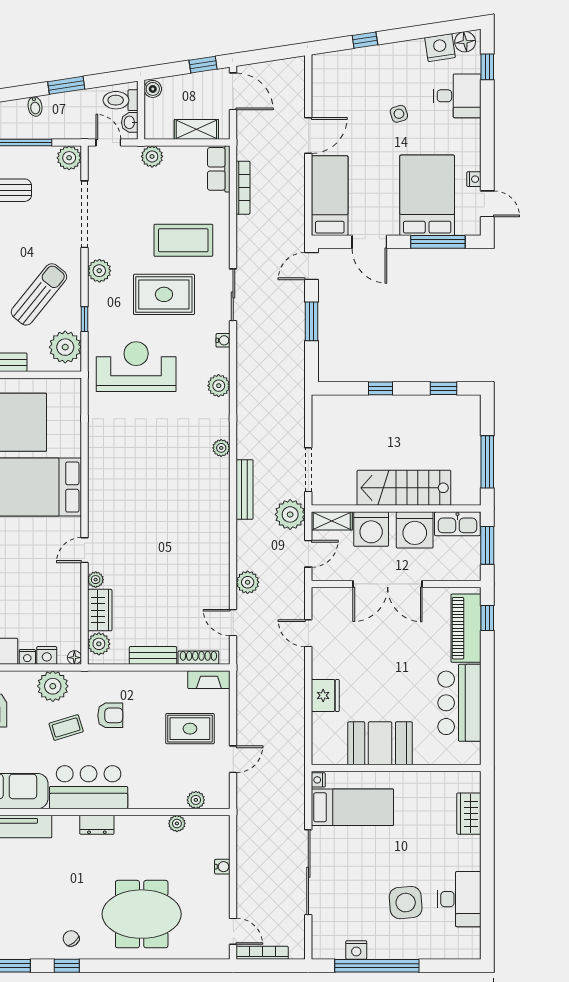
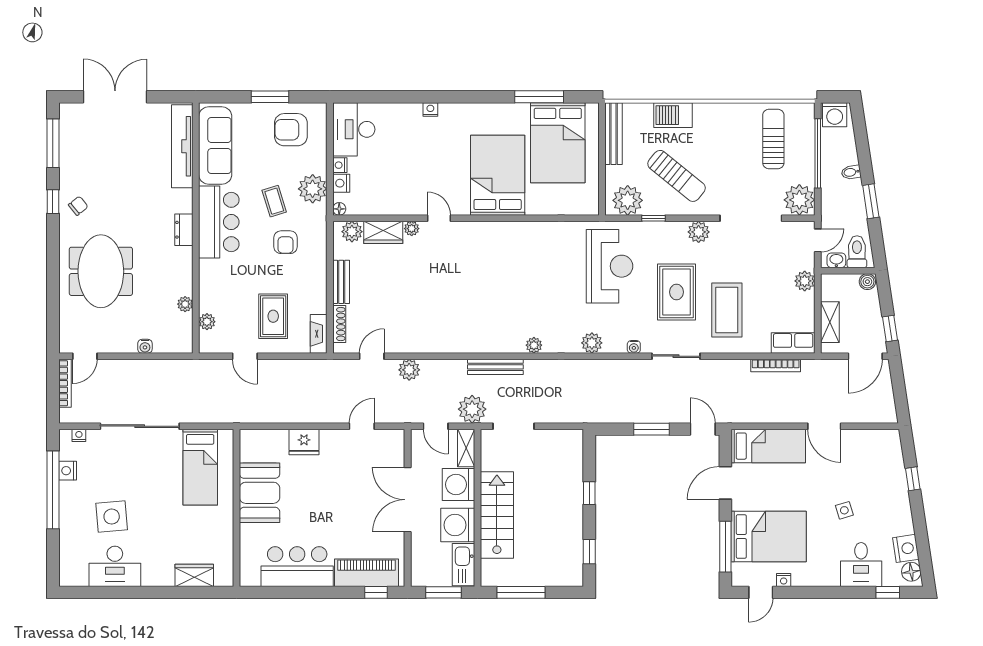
plant: (69, 158) -> (799, 200), width x1.36, depth x1.36
nightstand: (318, 780) -> (79, 435), moved

